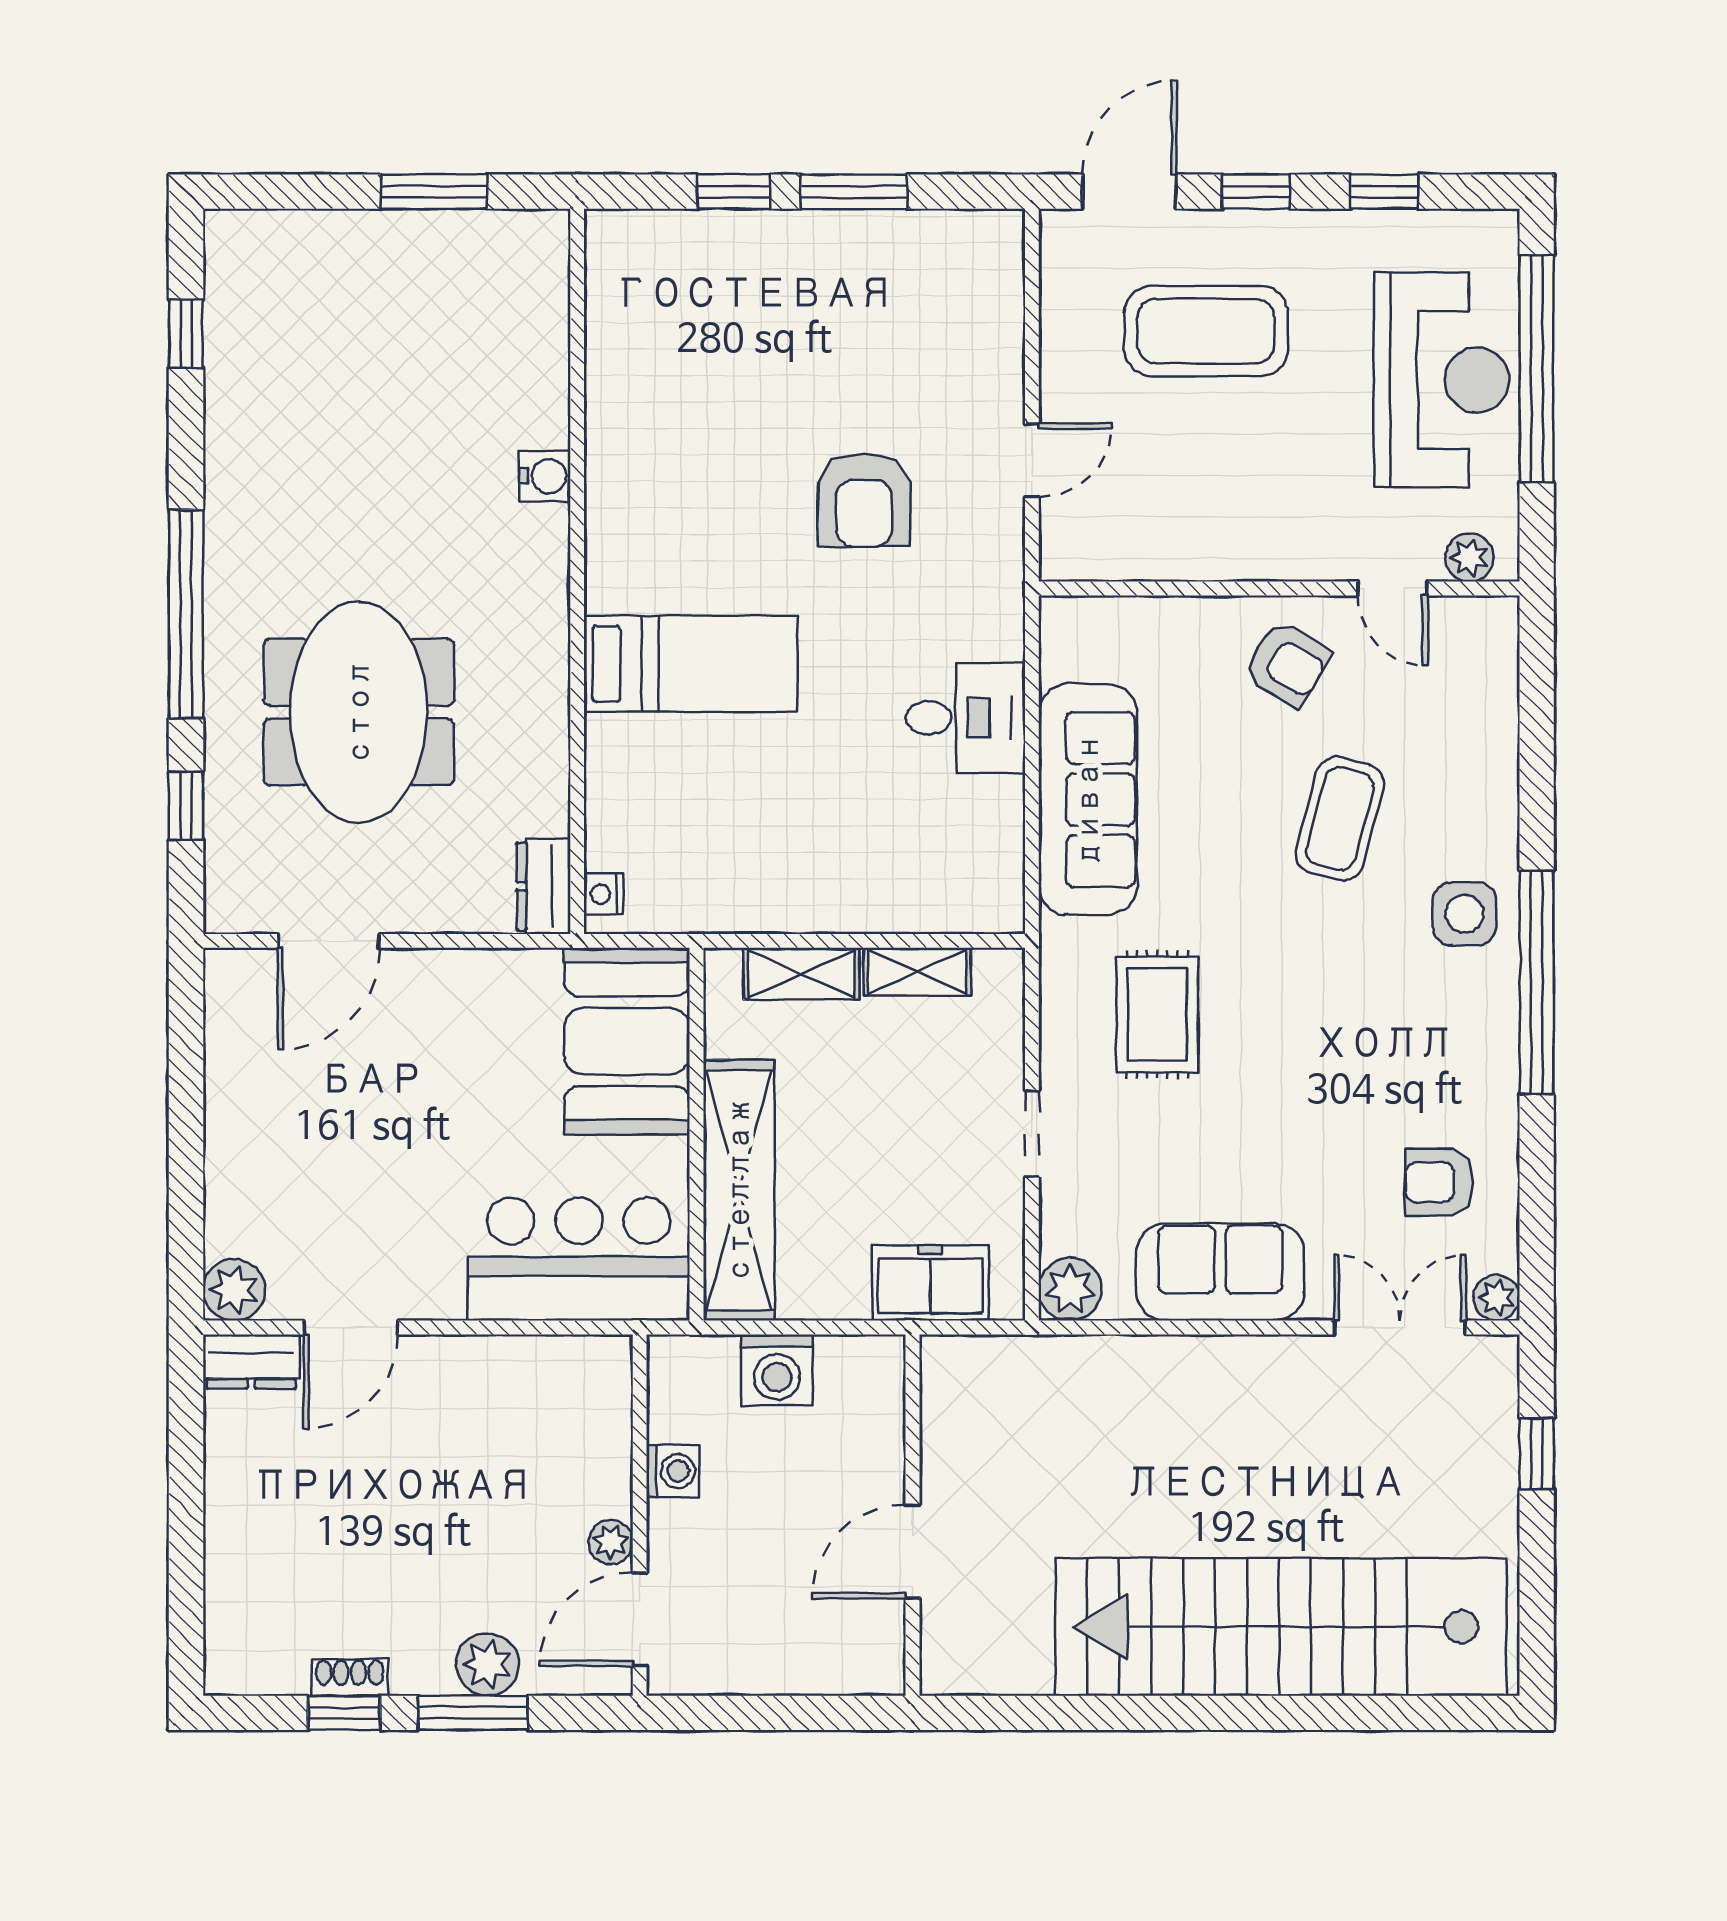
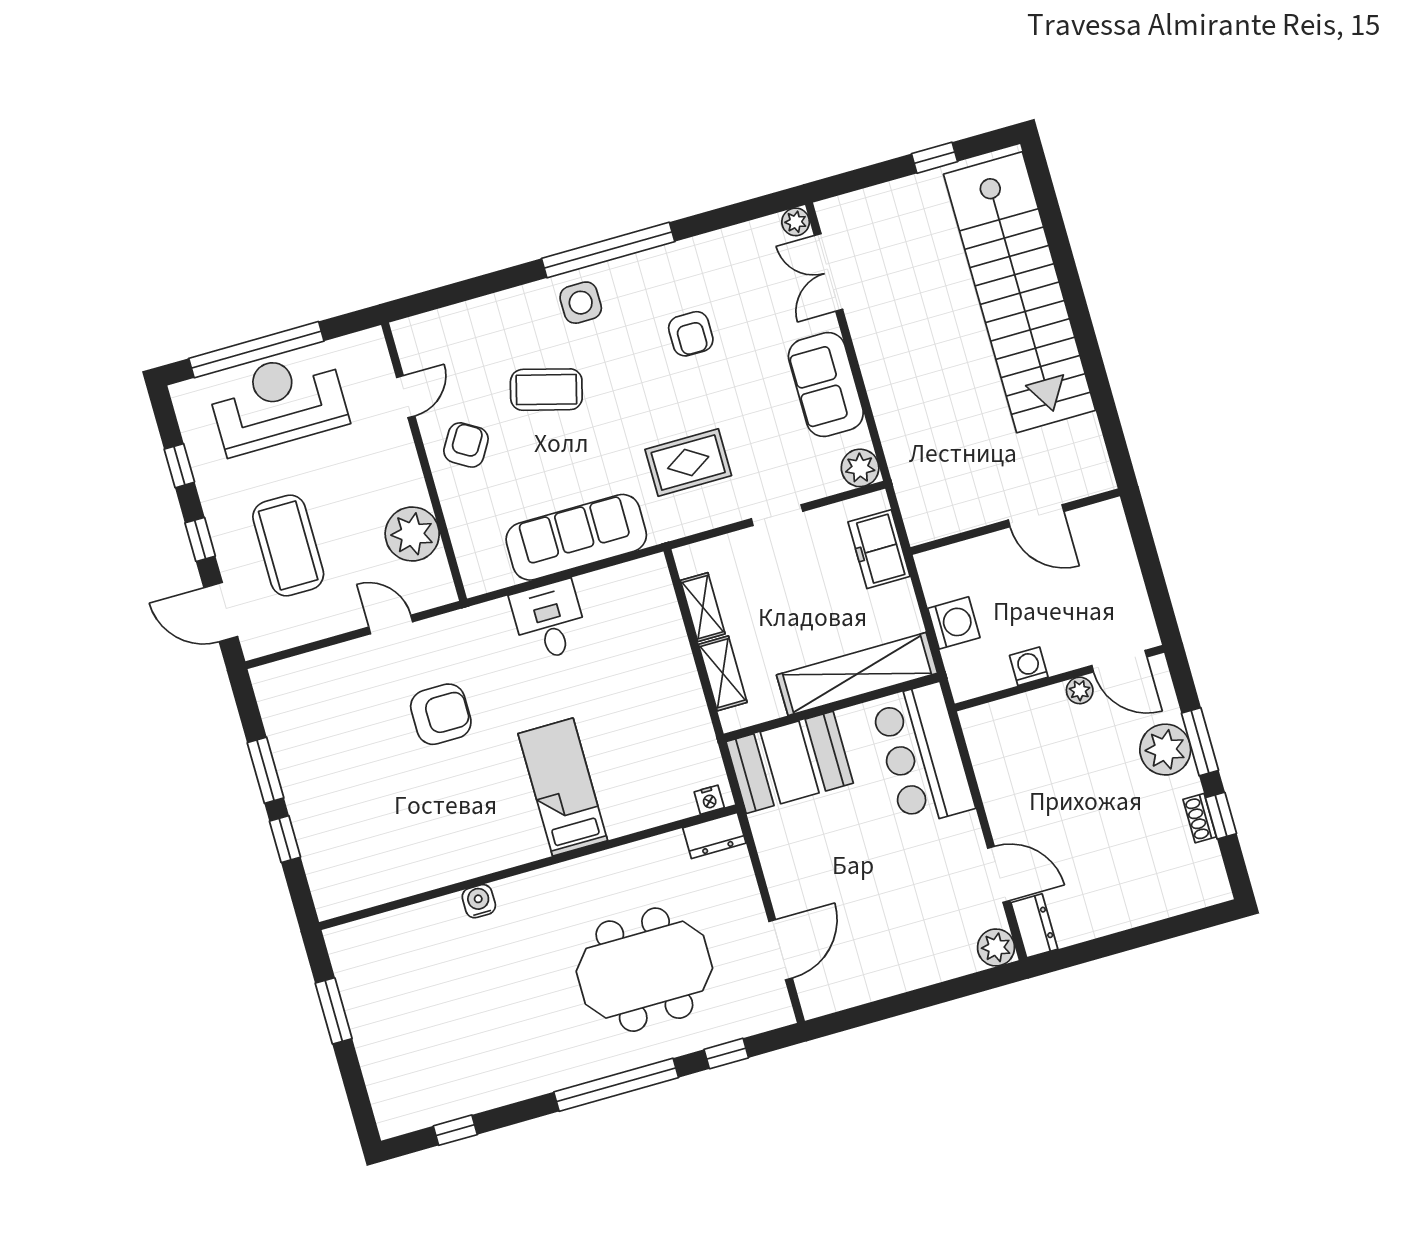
plant: (1470, 557) -> (412, 534), moved, width x1.88, depth x1.88
door: (329, 941) -> (781, 950), hinge flipped
armchair: (1439, 1182) -> (691, 334), moved
window: (1537, 1454) -> (935, 158), moved
plant: (488, 1665) -> (1165, 750), width x1.36, depth x1.36

